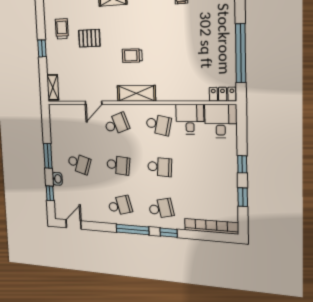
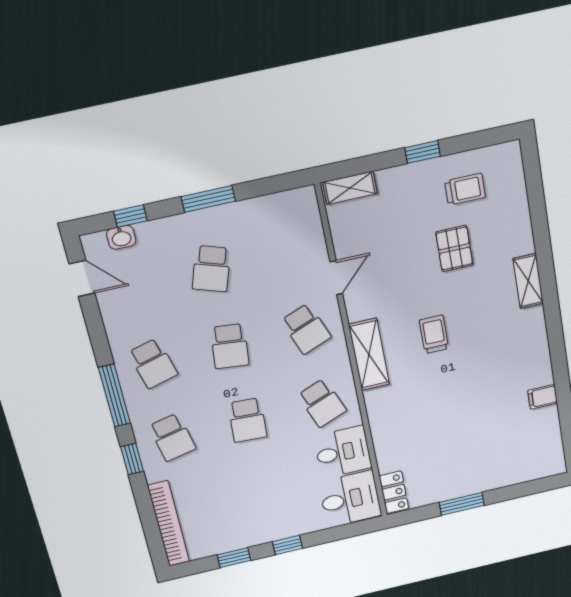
window: (241, 53) -> (462, 504), width x0.47
door: (94, 103) -> (336, 278), swing flipped
school desk: (158, 125) -> (322, 403), turned -33
washbasin: (57, 179) -> (121, 237), moved

